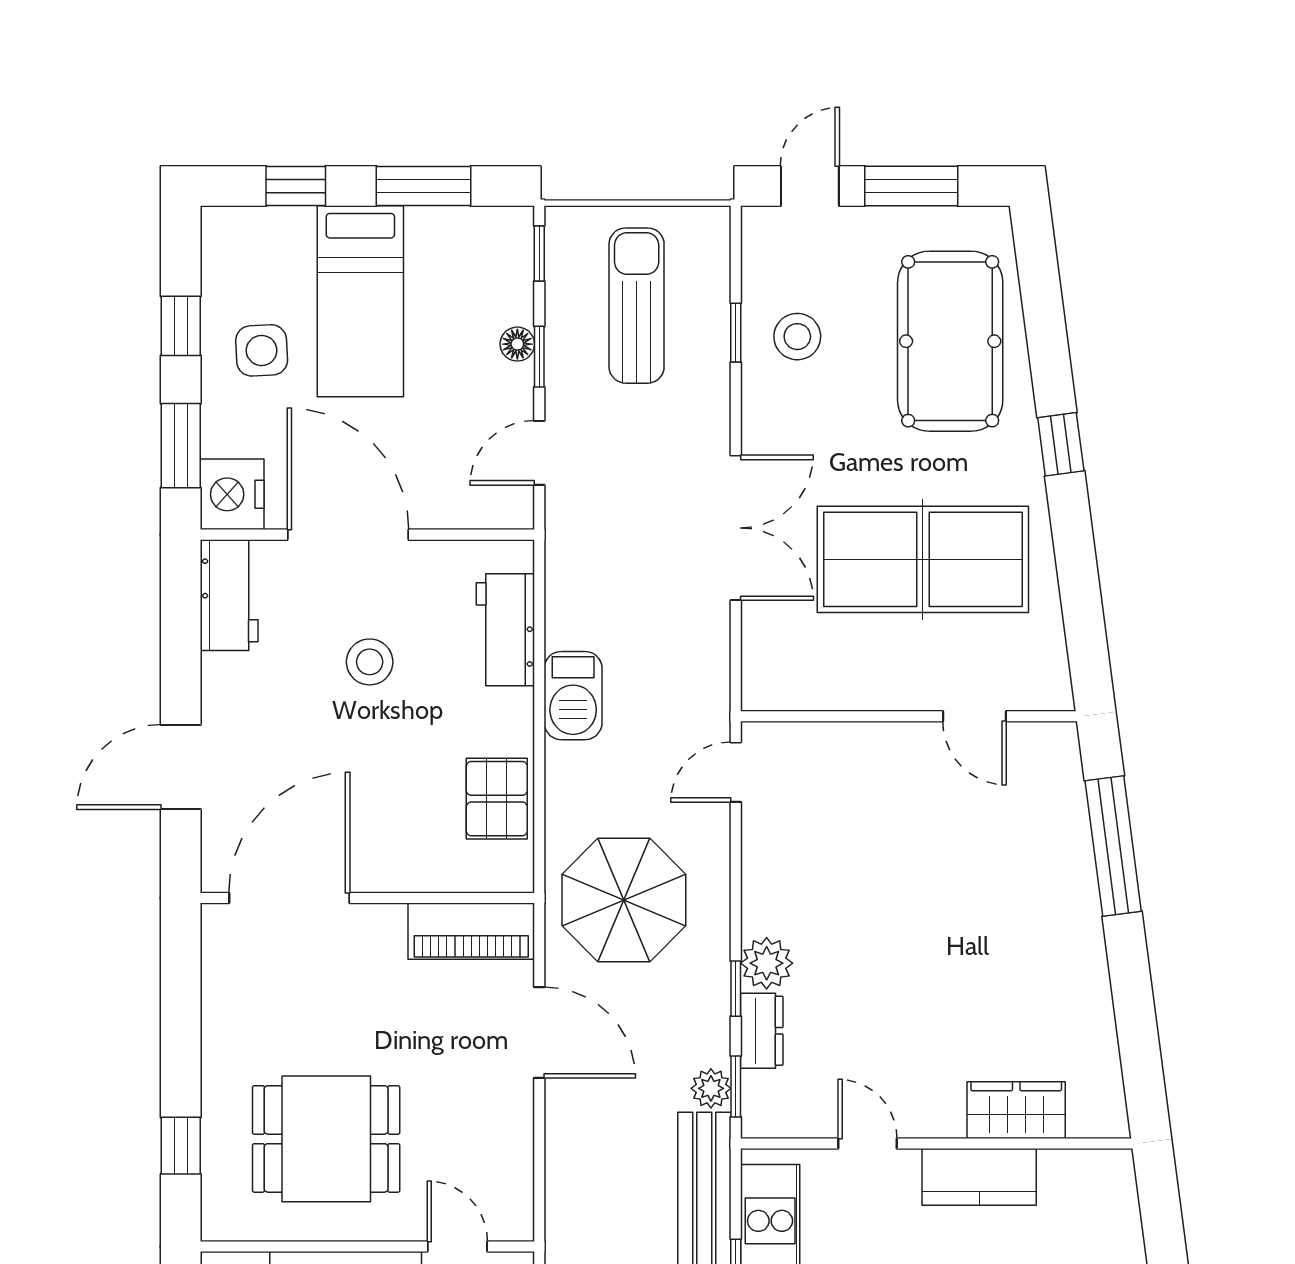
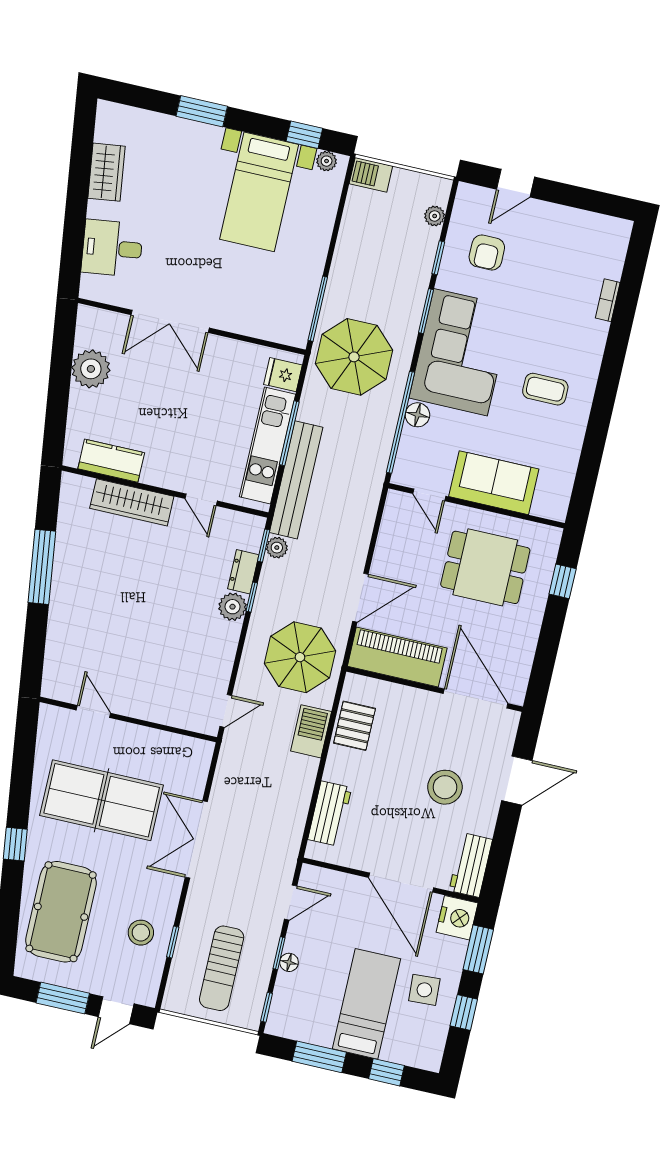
stool: (370, 662) -> (445, 787), moved, width x1.38, depth x1.38
barbecue: (573, 696) -> (311, 731), moved
window: (1113, 846) -> (42, 567), moved
door: (289, 898) -> (476, 698), swing flipped
piano: (471, 931) -> (397, 657), width x1.37, depth x1.33
door: (539, 1032) -> (360, 598), swing flipped
wardrobe: (1016, 1110) -> (132, 502), width x1.50
kitchen counter: (979, 1177) -> (111, 461), moved

